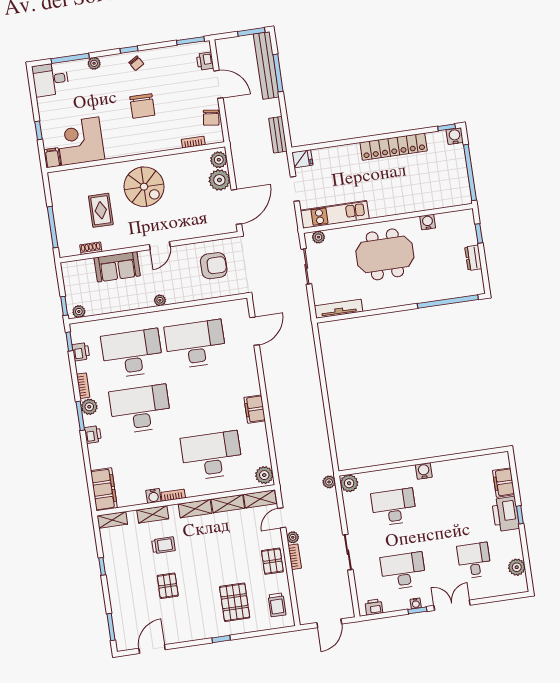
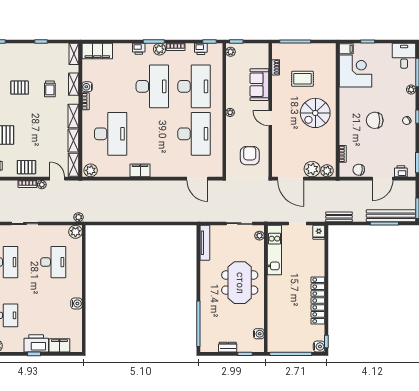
water cooler: (428, 222) -> (259, 334), moved
armchair: (214, 266) -> (250, 156), turned 180
water cooler: (424, 471) -> (77, 304), moved

